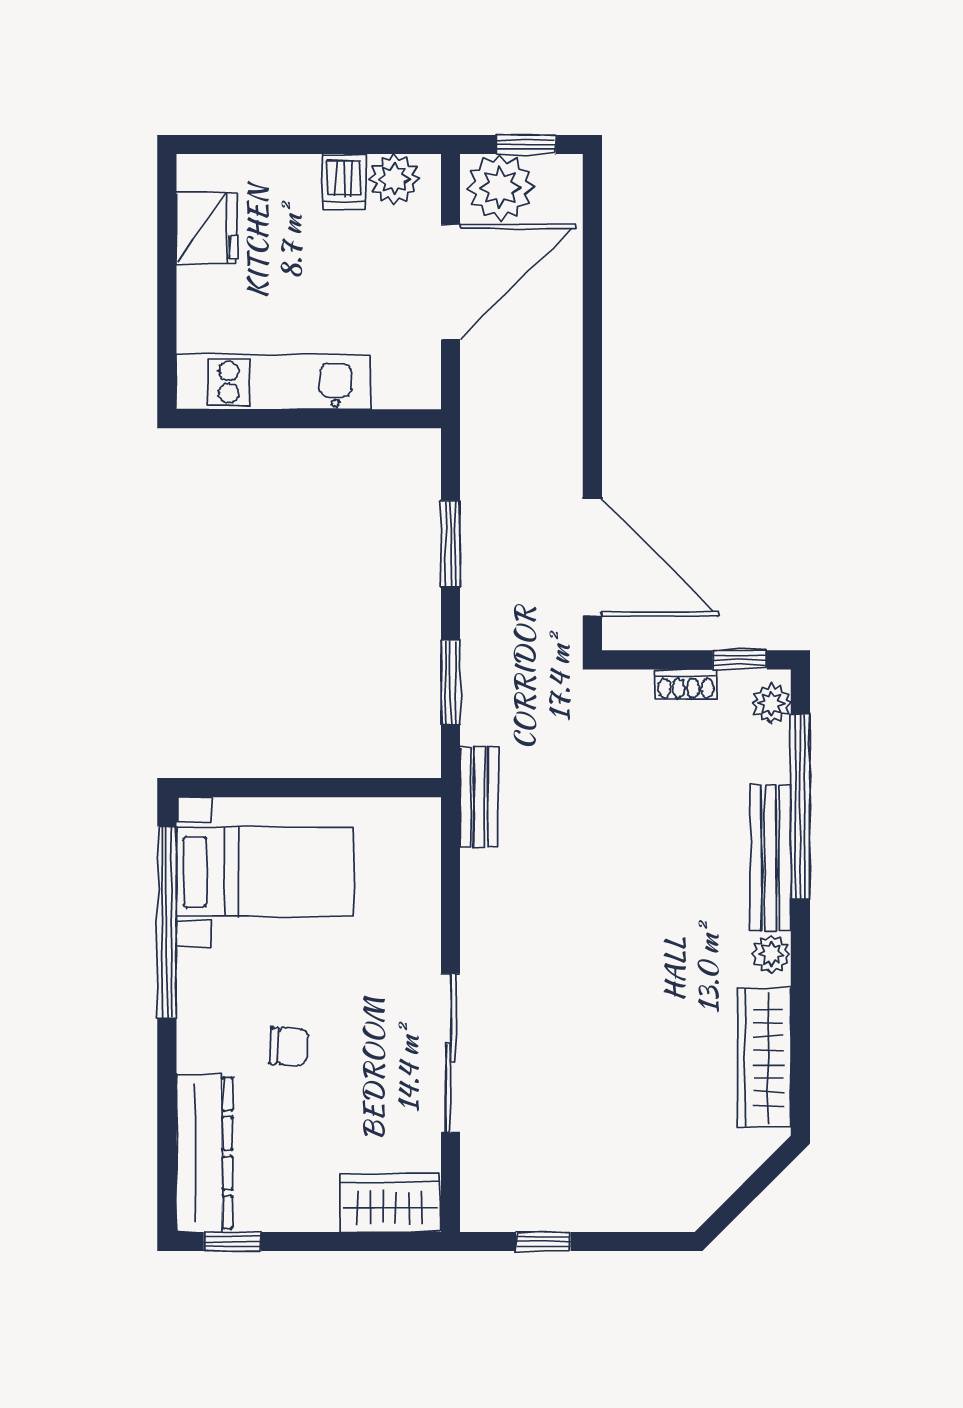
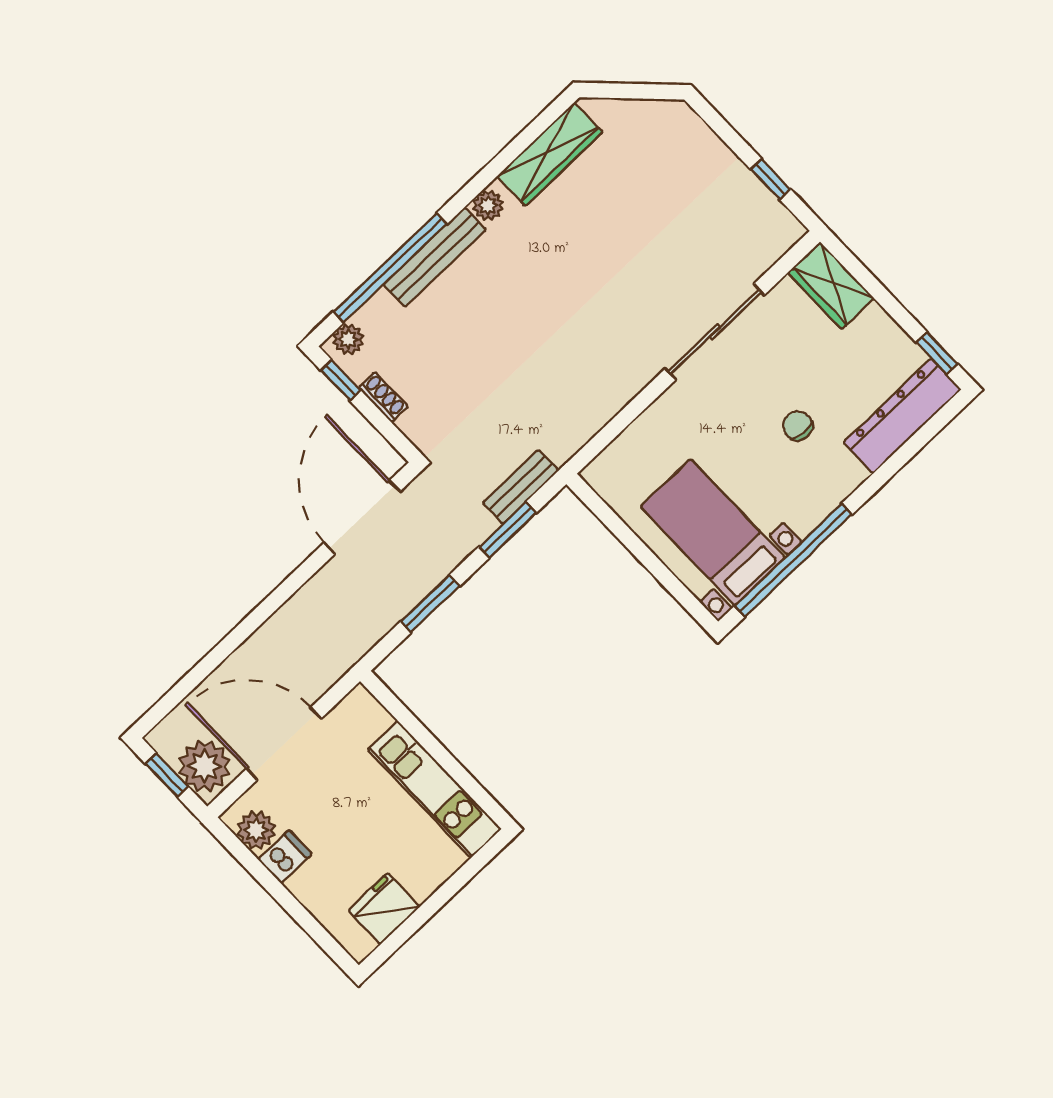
bench: (479, 797) -> (521, 487), moved

